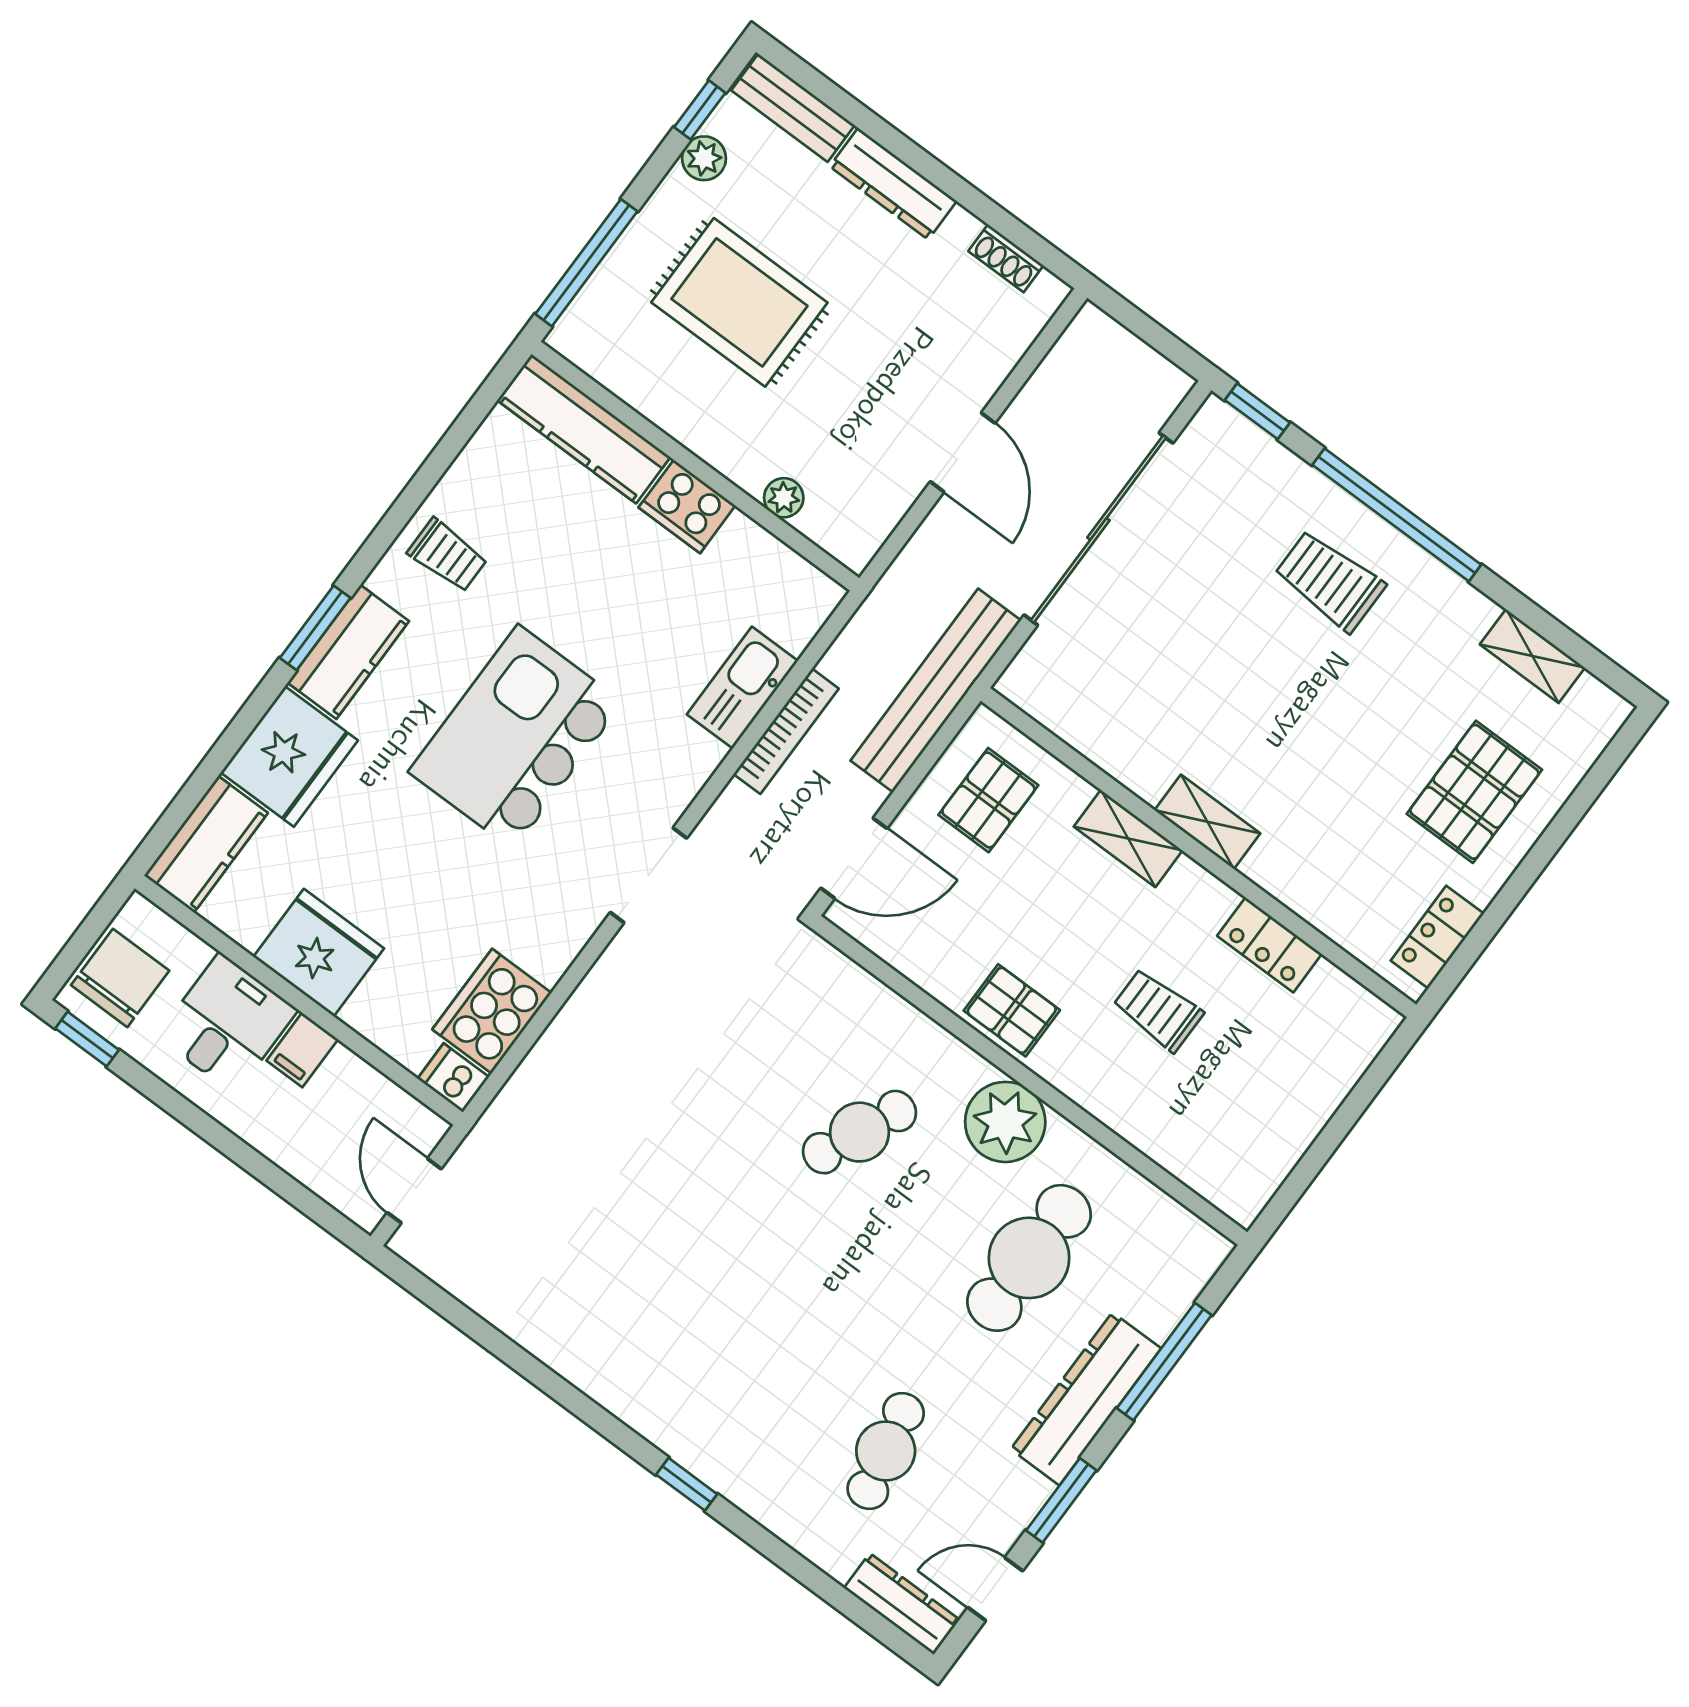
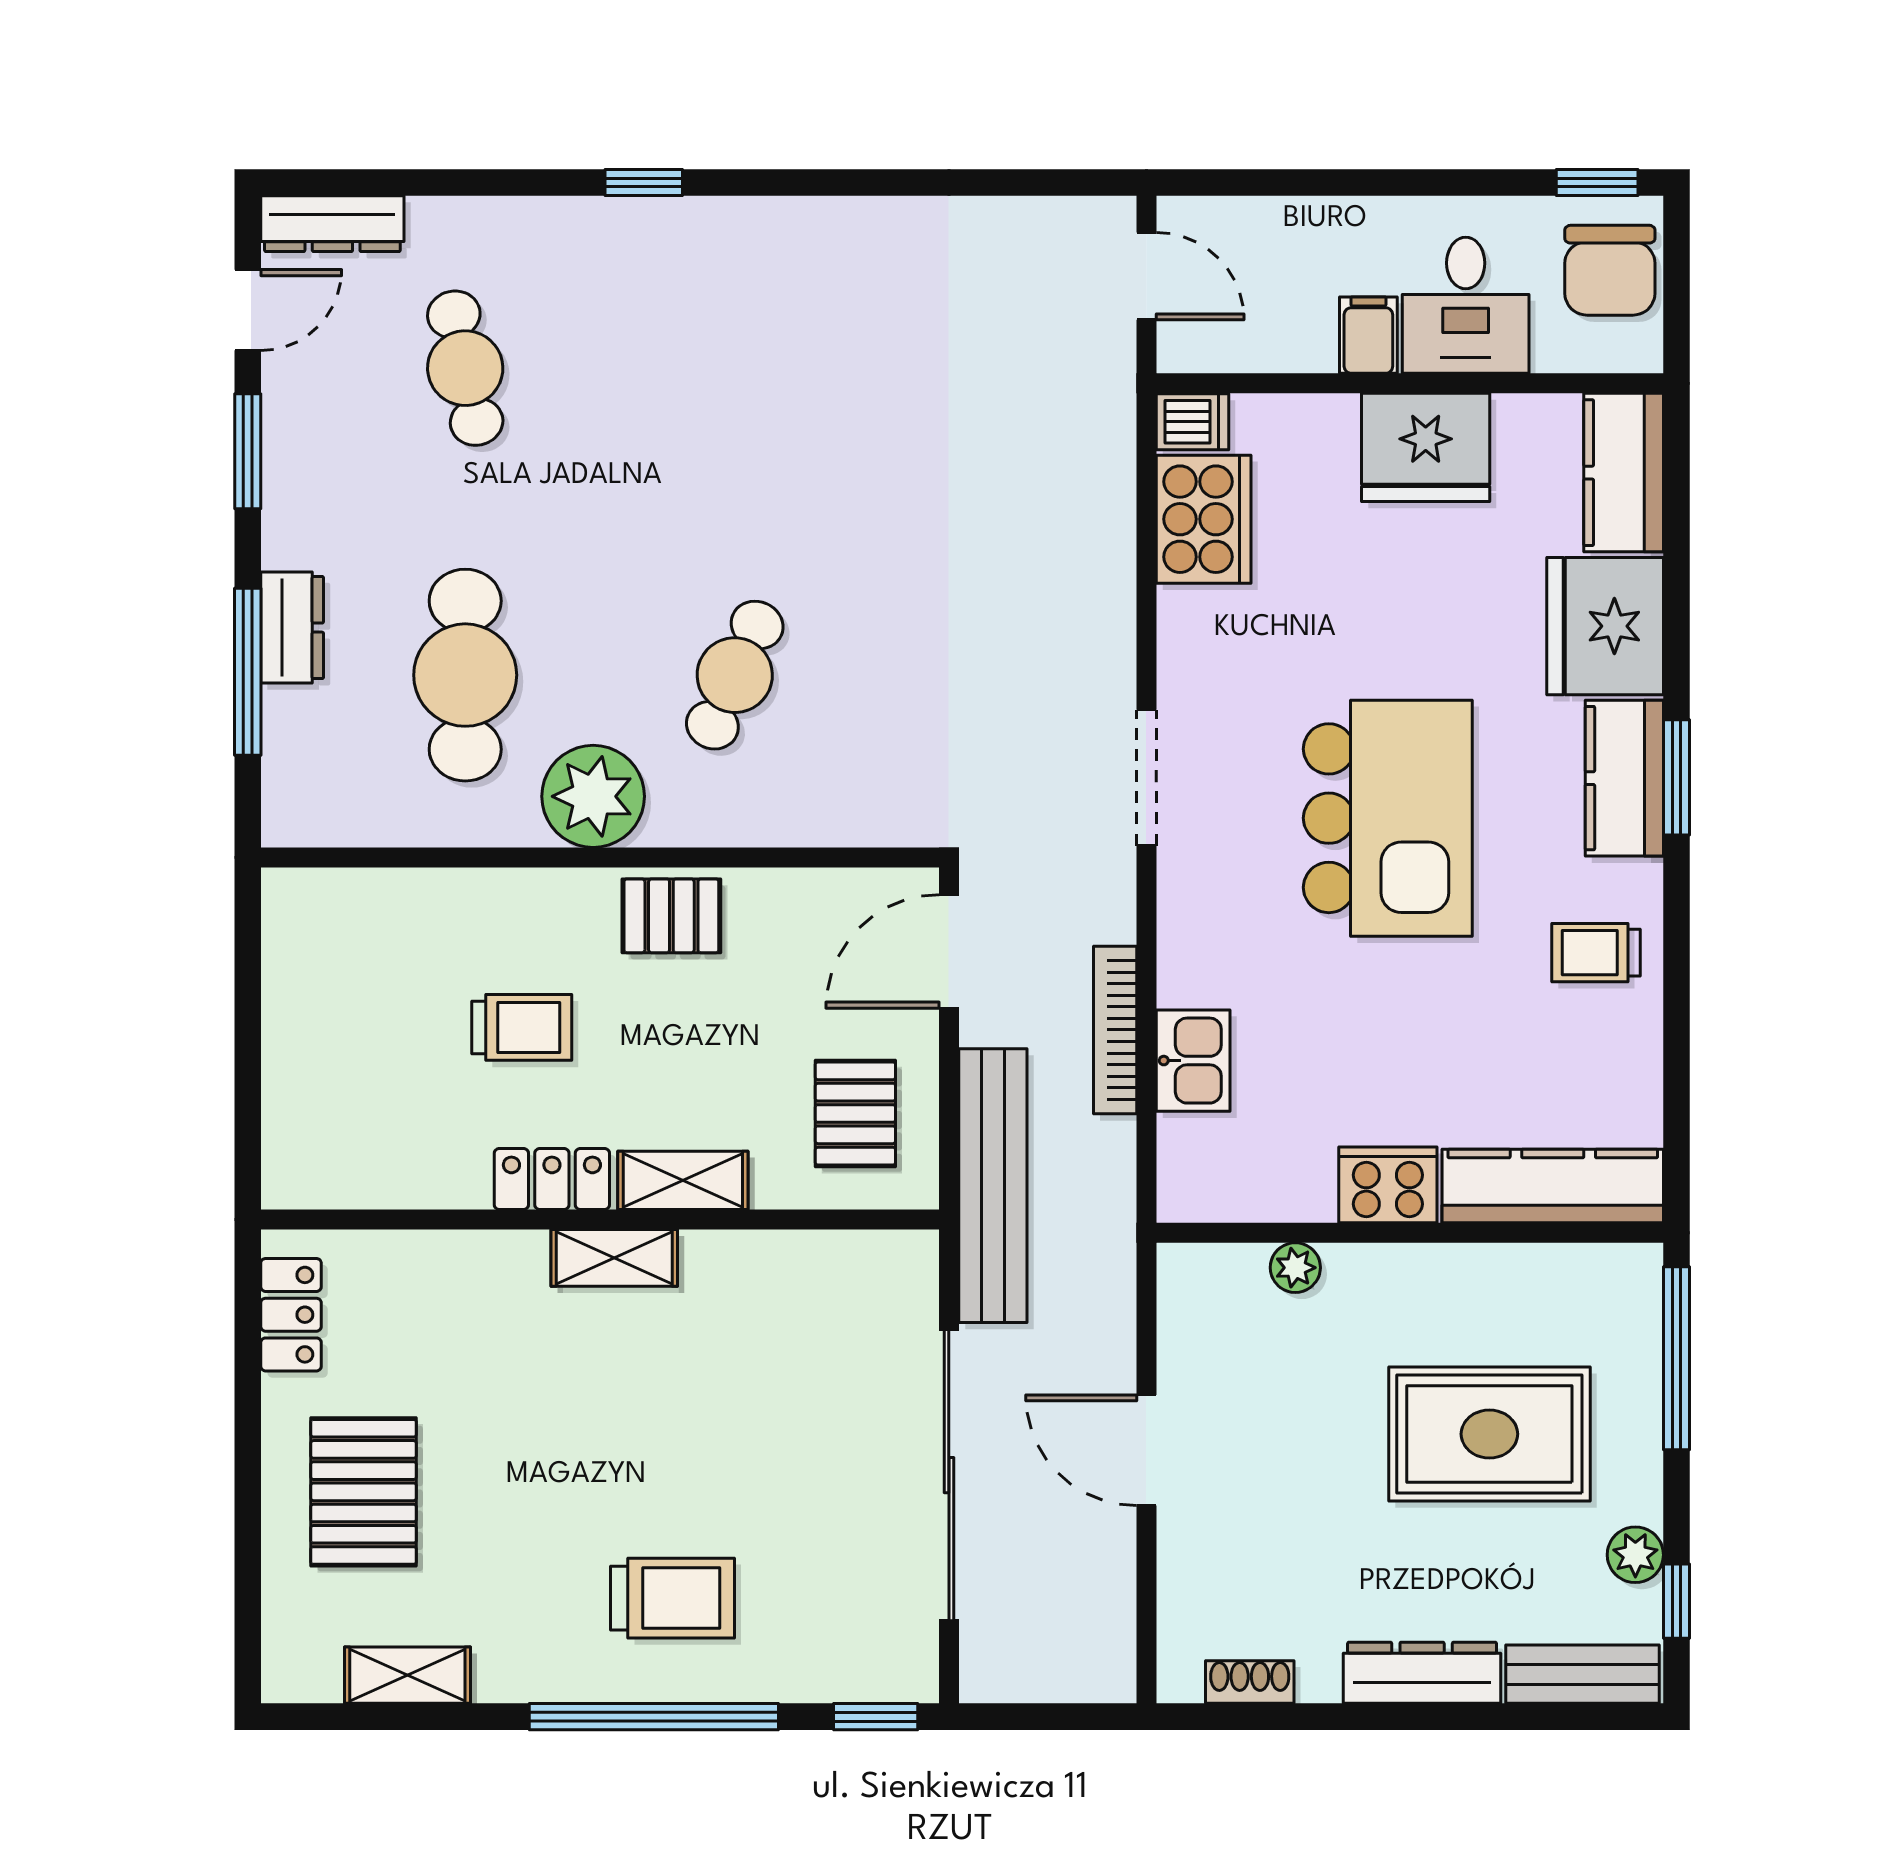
kitchen sink: (742, 688) -> (1193, 1061), width x0.73
locker: (1269, 945) -> (552, 1179), moved
dresser: (1086, 1399) -> (292, 628), width x0.51, depth x0.80

